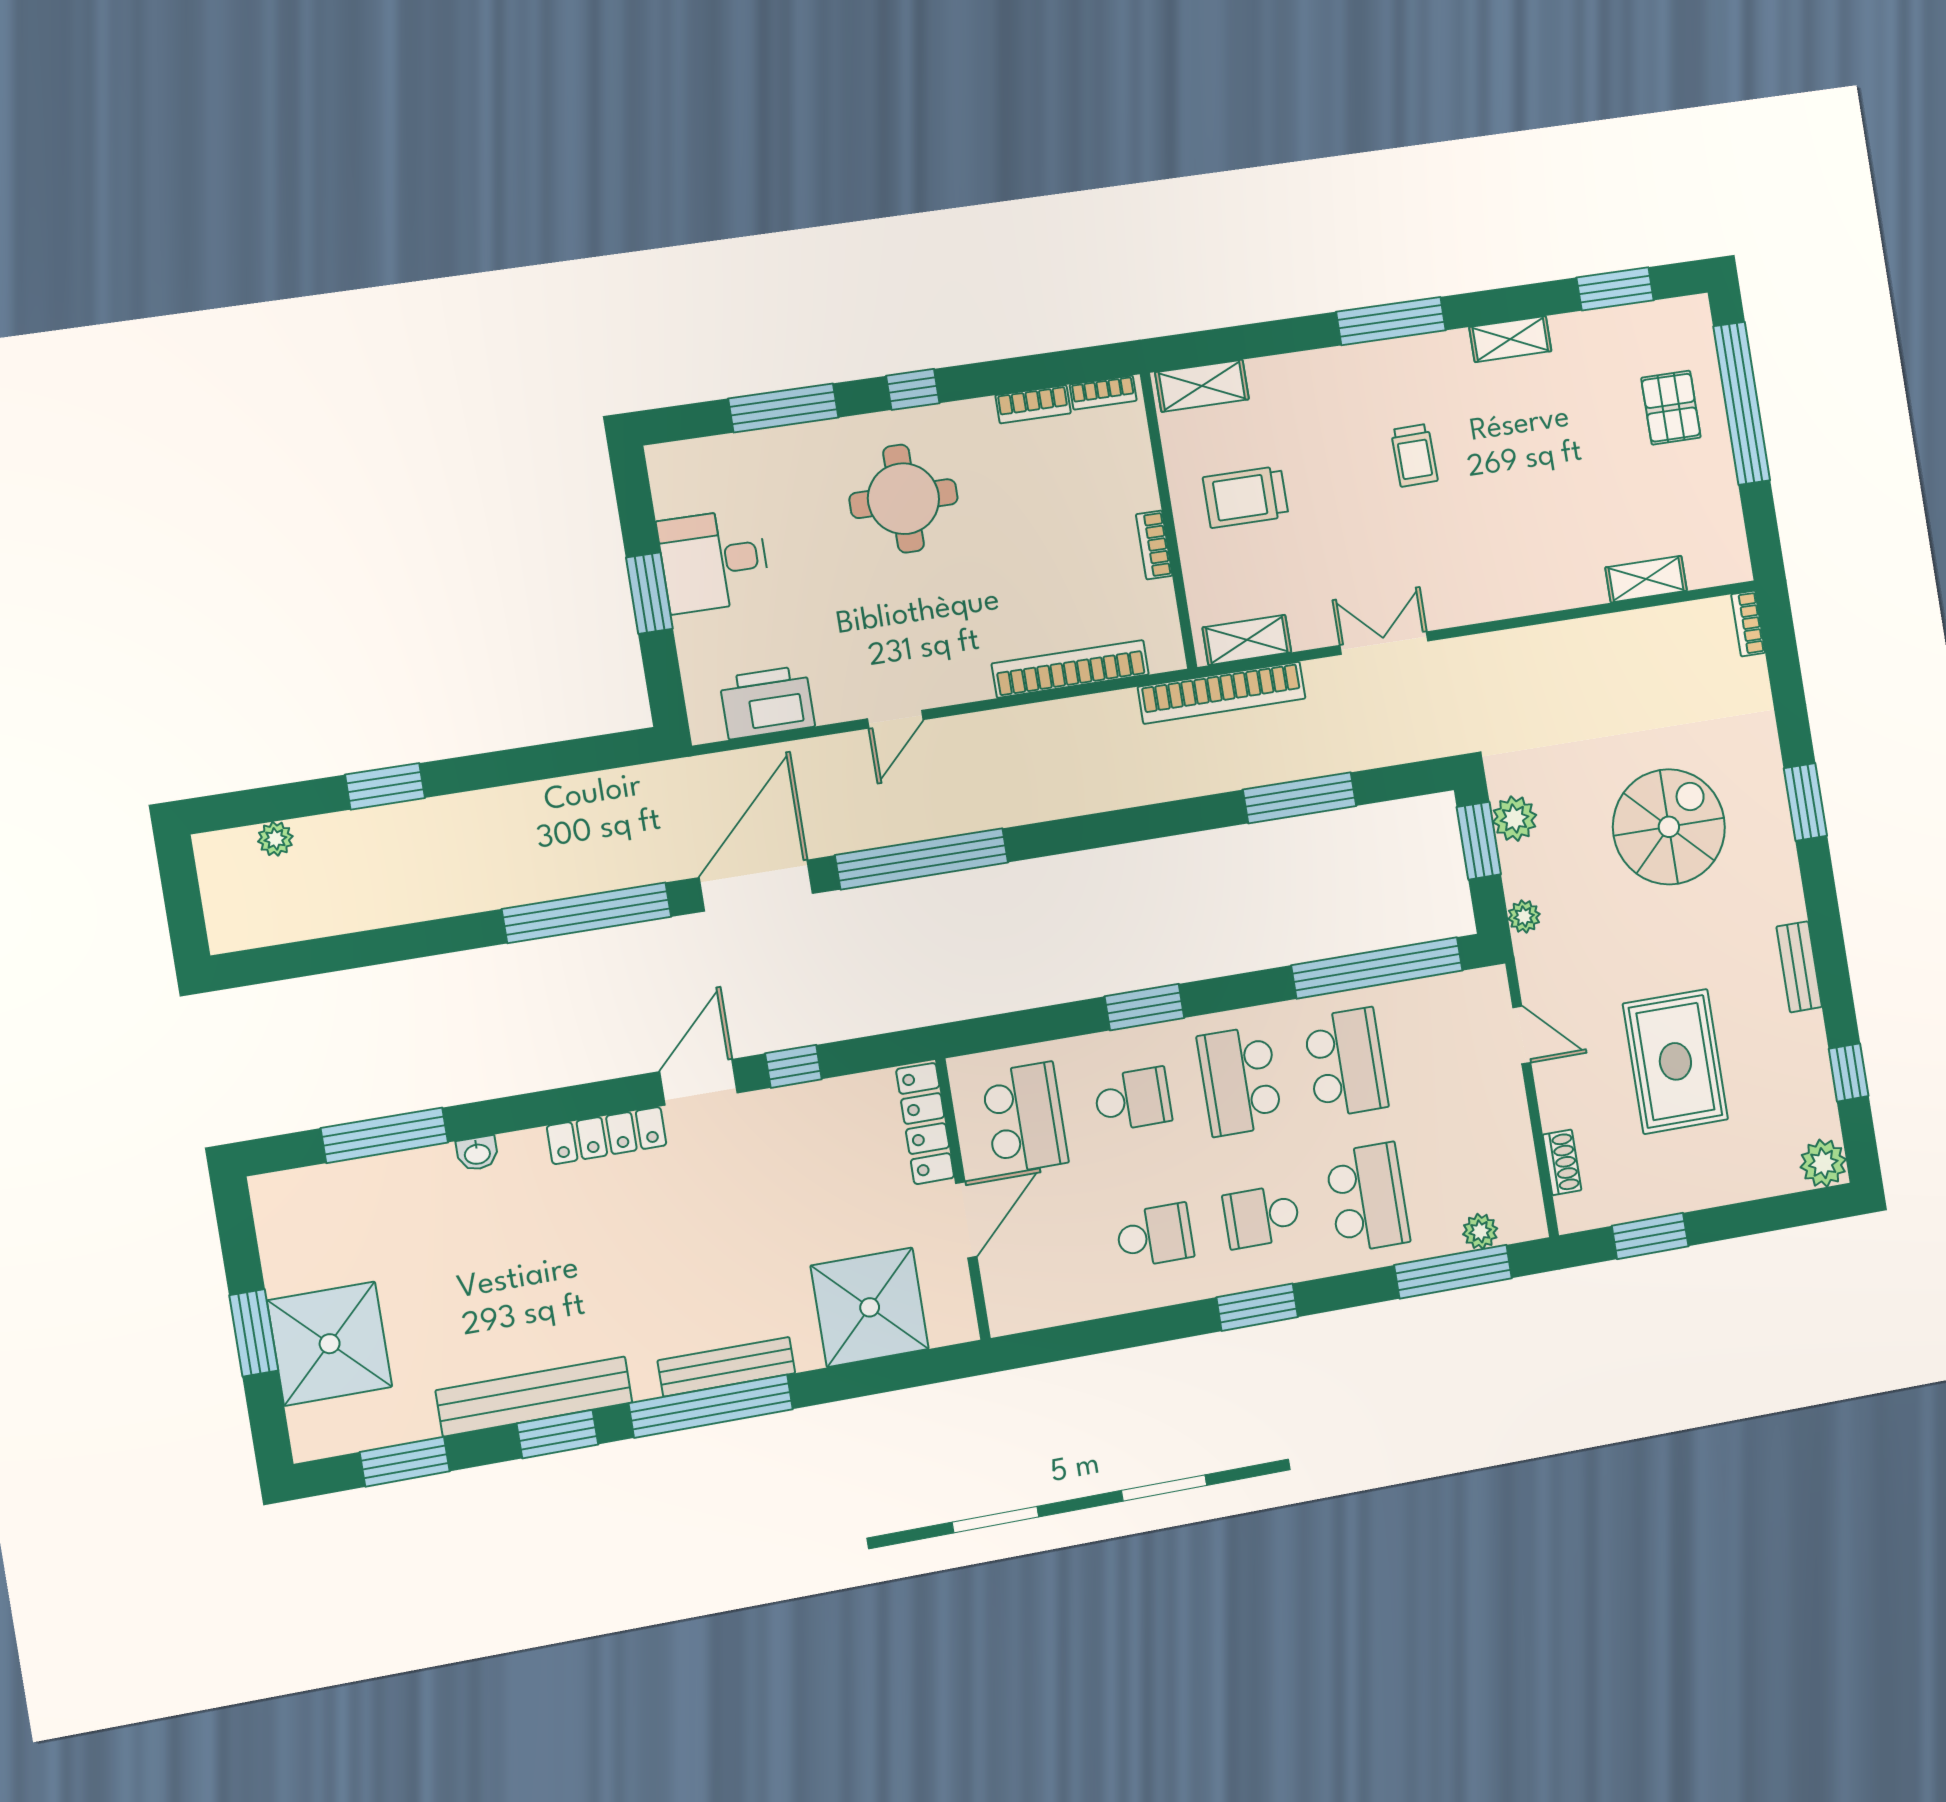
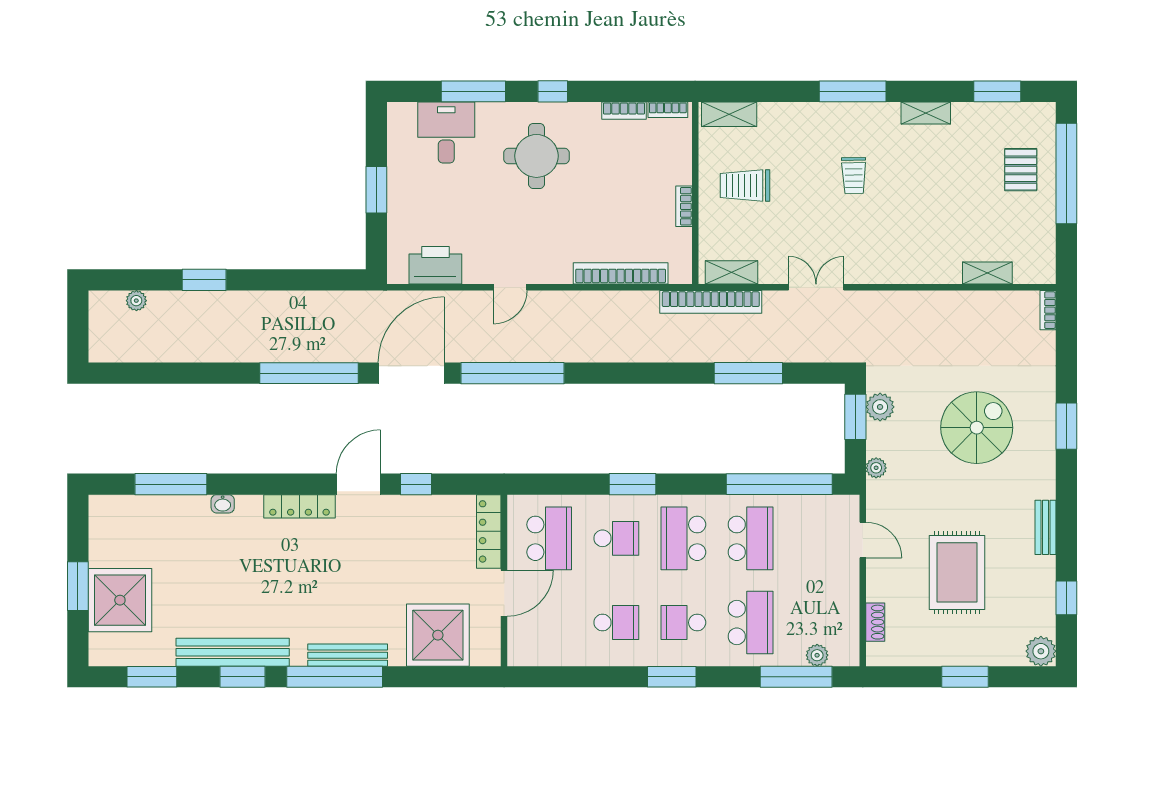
desk: (714, 561) -> (446, 133), moved, turned 90
window: (1650, 1236) -> (965, 677), moved

